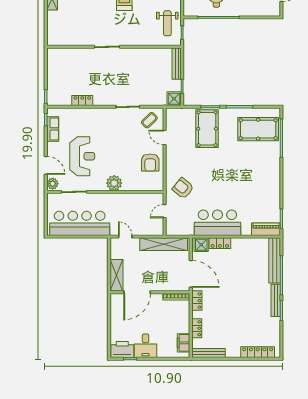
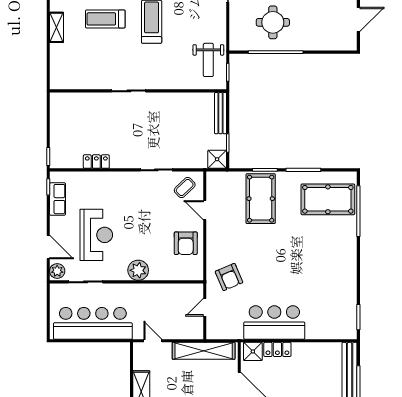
armchair: (183, 188) -> (229, 277), turned -152
piano: (266, 229) -> (338, 331), removed

